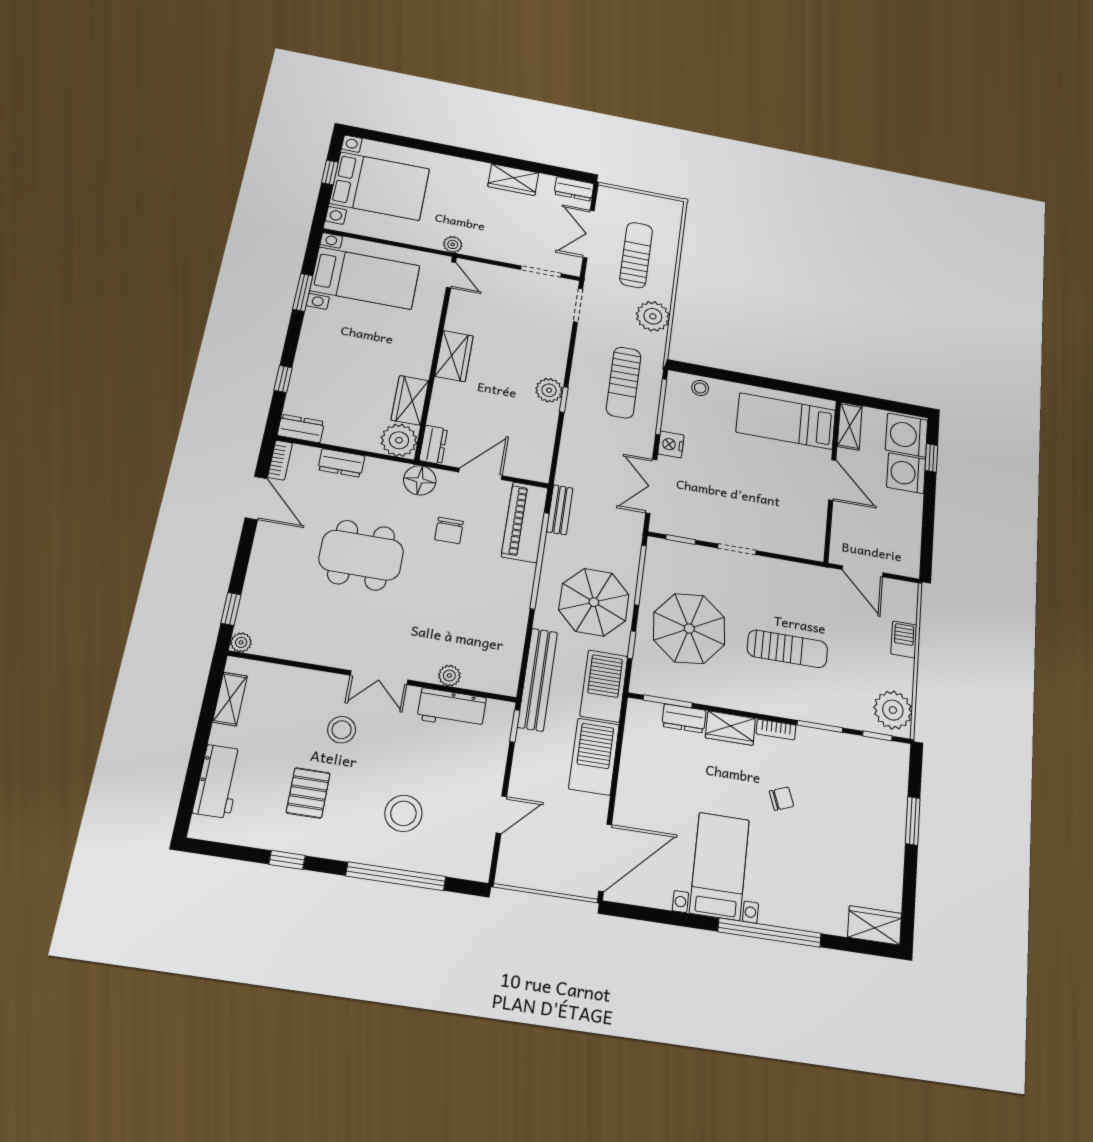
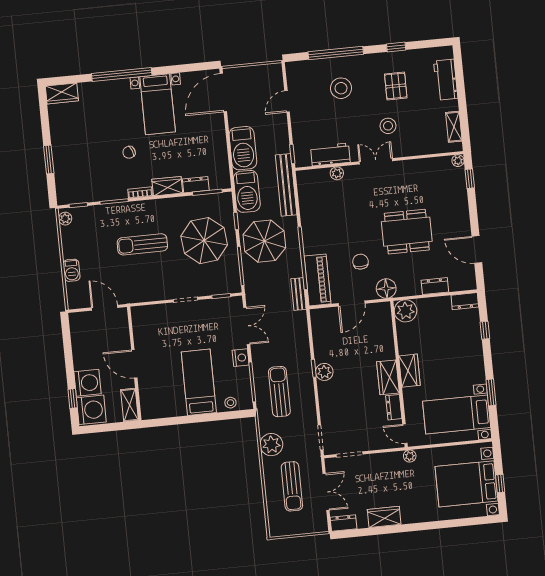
wardrobe: (410, 400) -> (409, 371), moved
bed: (786, 421) -> (199, 382), moved, turned -90
dresser: (433, 445) -> (394, 407), moved
bookcase: (280, 460) -> (471, 277), removed
plant: (893, 710) -> (65, 219), width x0.53, depth x0.53

